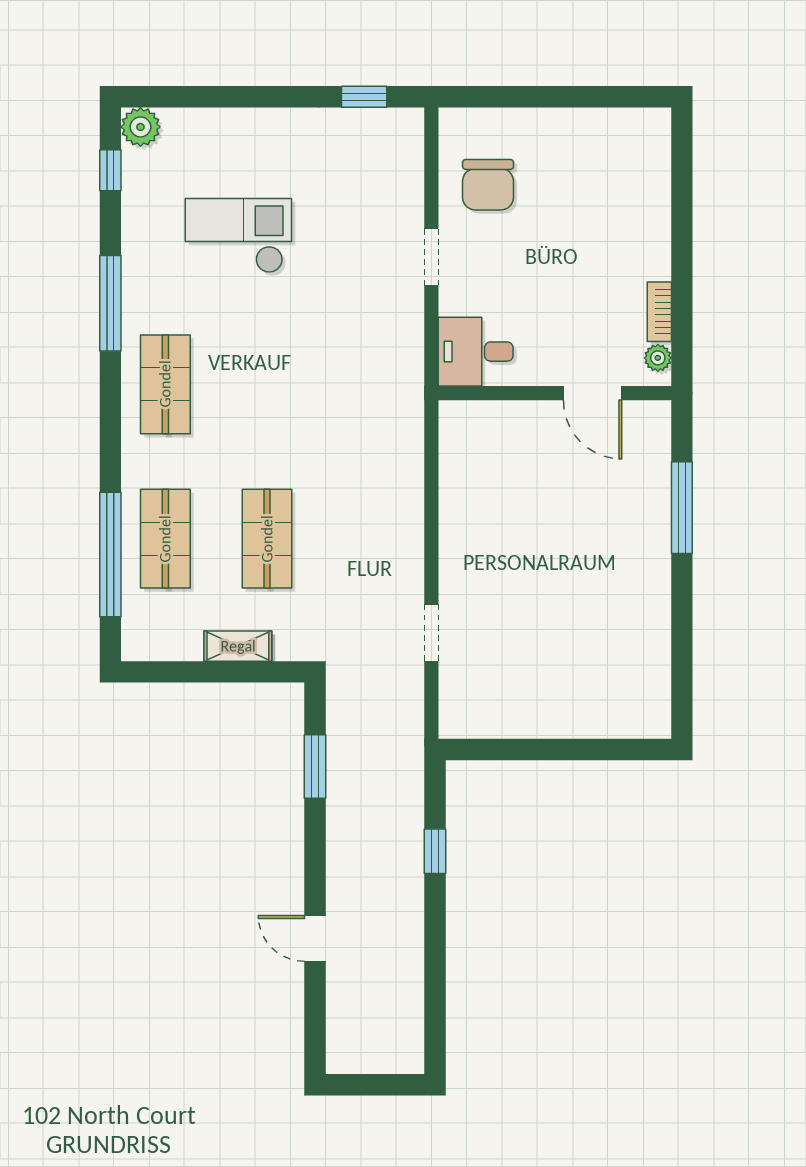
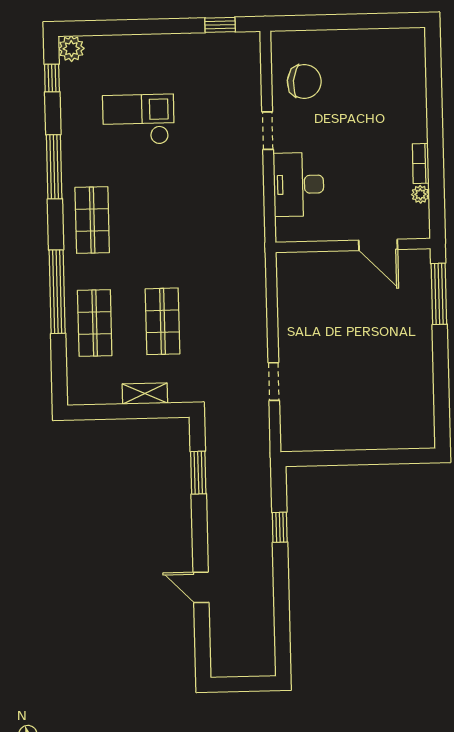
chair: (488, 185) -> (304, 81), turned -84
desk: (476, 352) -> (299, 184), width x1.37
wall: (555, 393) -> (353, 245), moved
door: (593, 393) -> (378, 245), moved
window: (110, 555) -> (57, 292), moved

